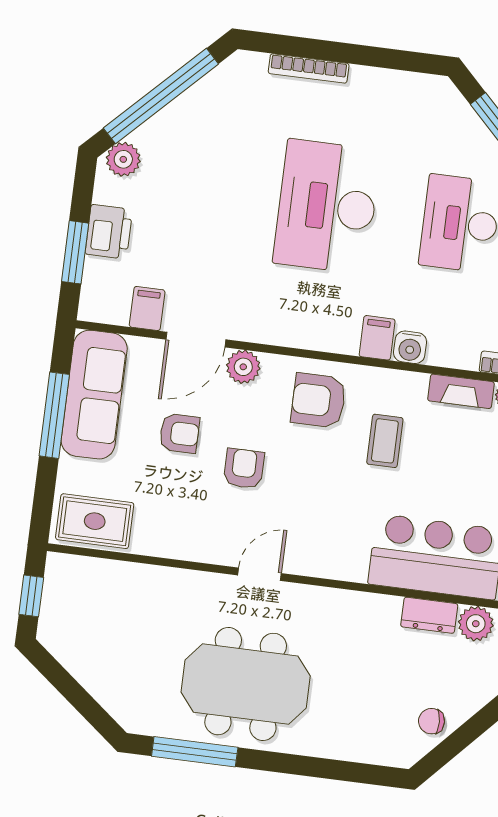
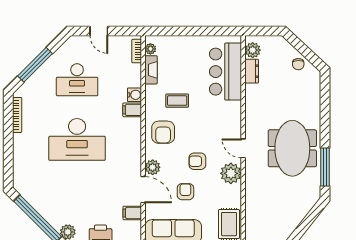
bookcase: (309, 68) -> (17, 115), moved
plant: (207, 540) -> (231, 173), added

